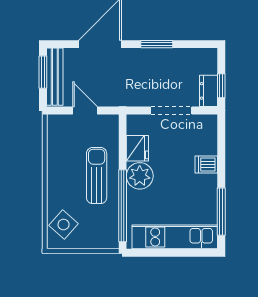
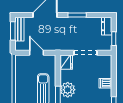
bench: (55, 77) -> (19, 29), width x0.73
dresser: (209, 91) -> (107, 26), moved
fridge: (137, 148) -> (66, 62), moved

